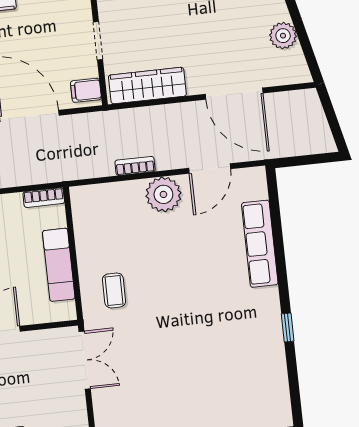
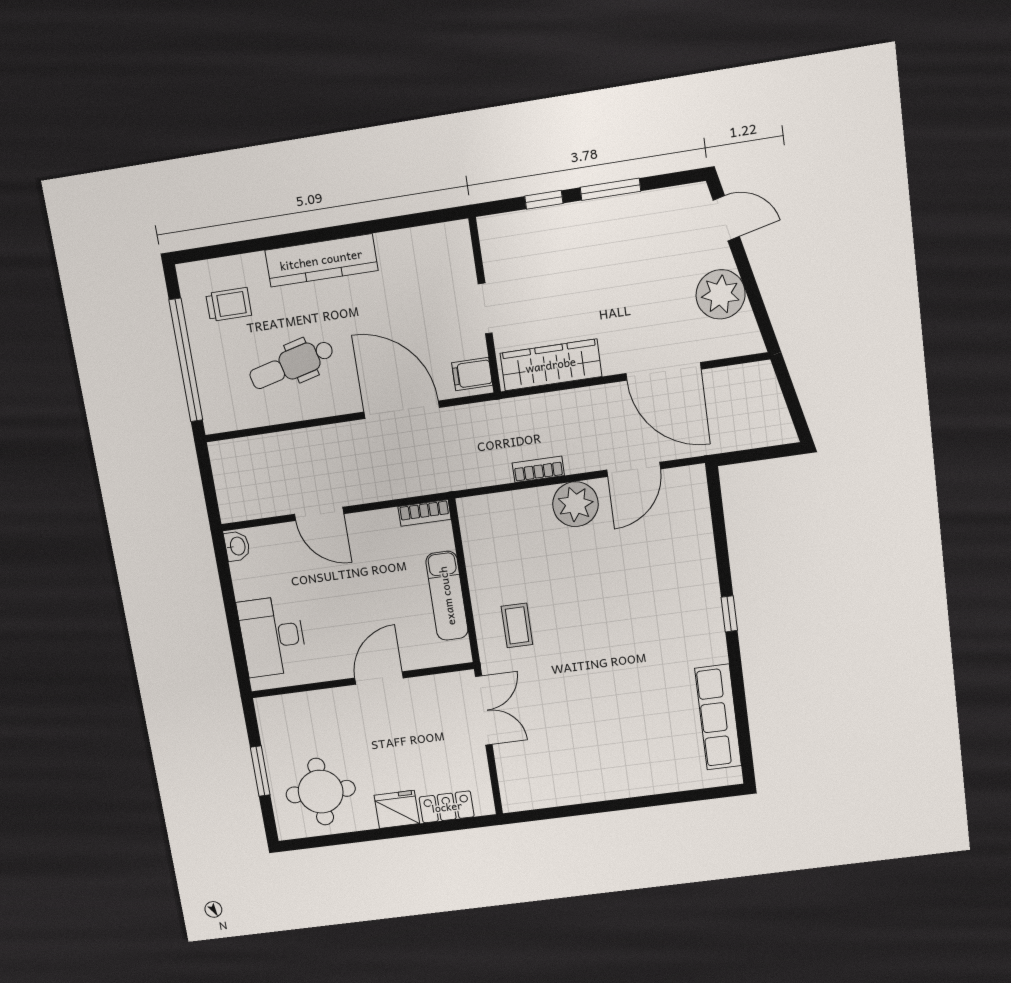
plant: (283, 36) -> (721, 294), width x1.36, depth x1.36
row of seats: (260, 244) -> (718, 717), moved
window: (288, 327) -> (729, 614), moved

